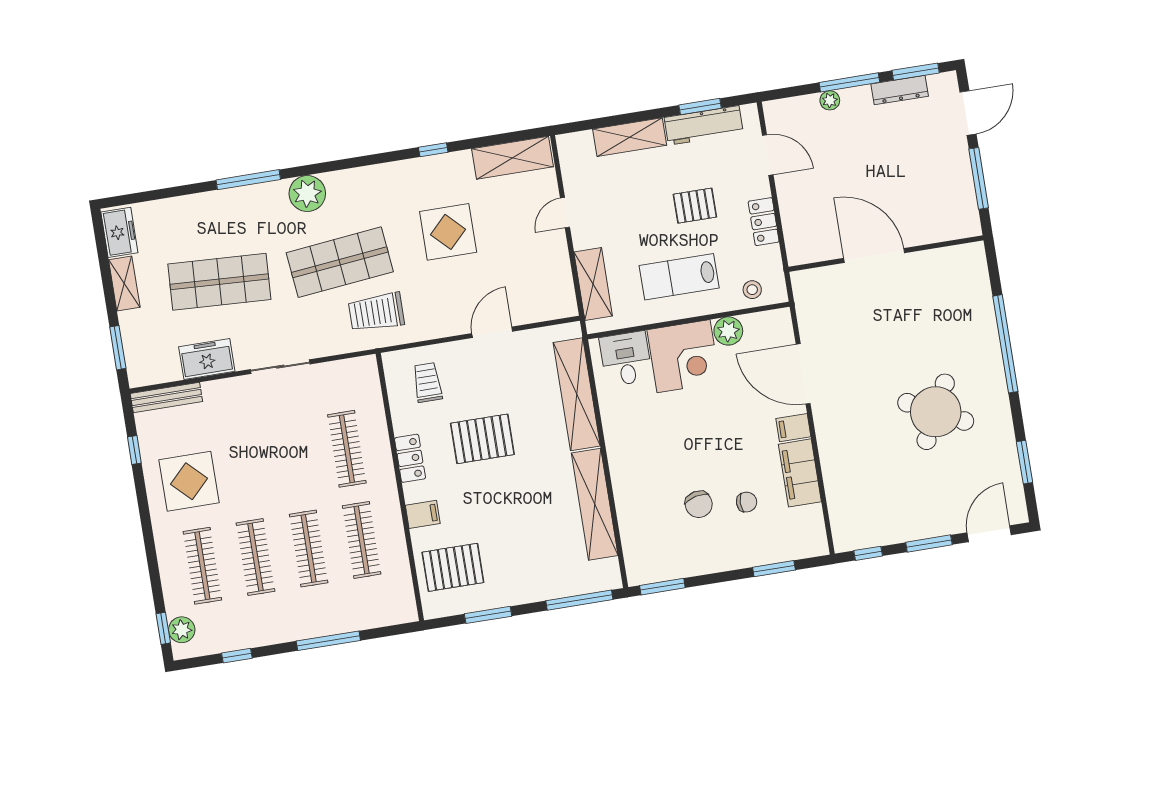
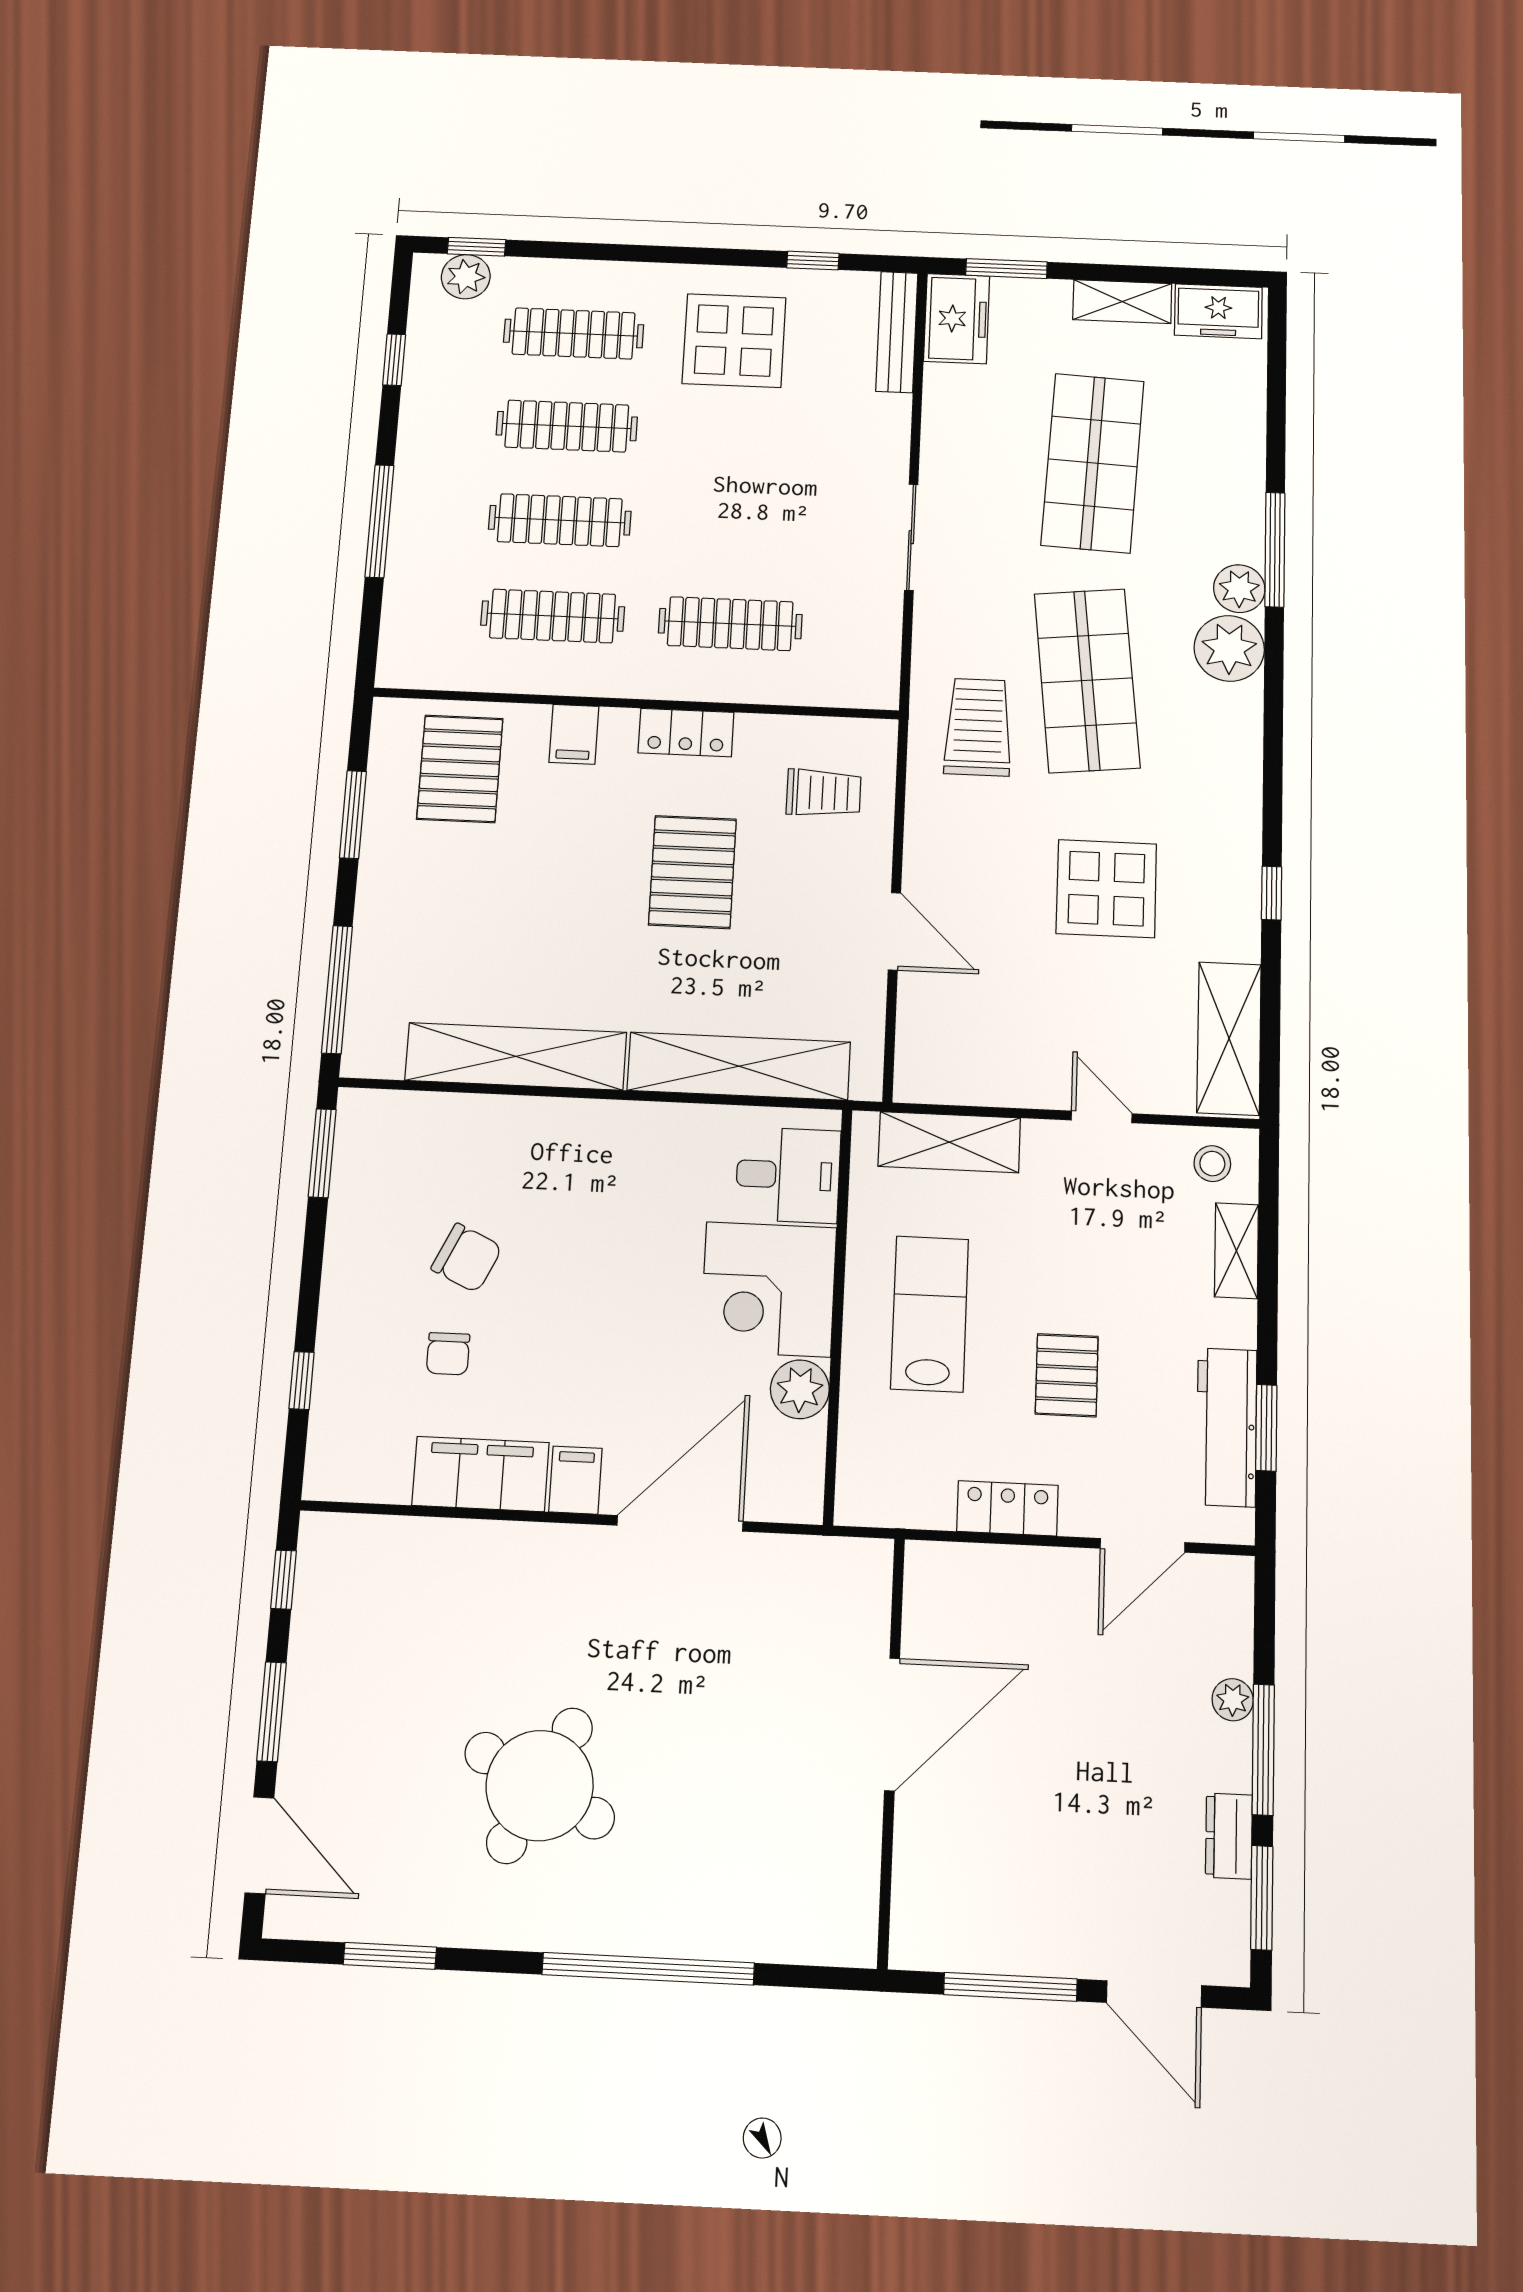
dresser: (900, 90) -> (1229, 1836), width x0.70
shelving: (630, 137) -> (1236, 1251), width x0.67, depth x0.75
plant: (274, 194) -> (1239, 589), added
stool: (752, 290) -> (1212, 1164), moved
freezer: (207, 359) -> (957, 319), moved
chair: (699, 504) -> (467, 1258), turned -142
window: (774, 569) -> (302, 1380), width x0.67

